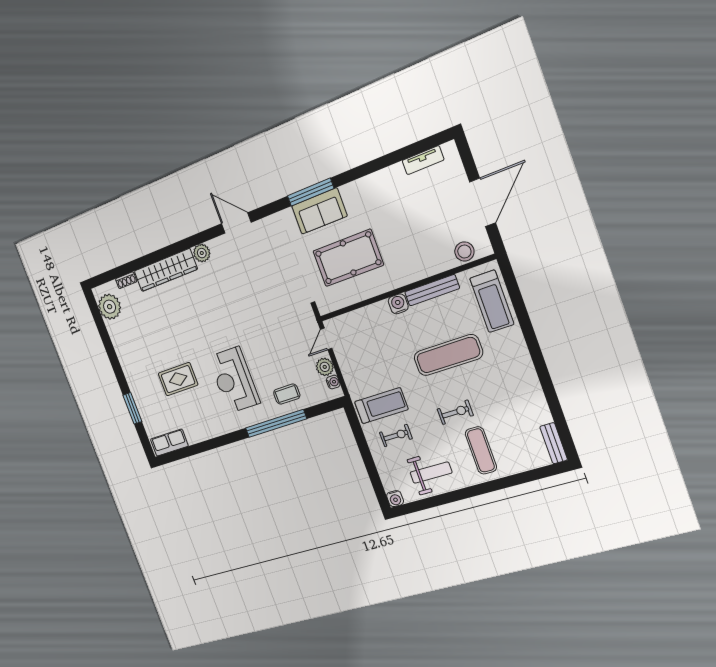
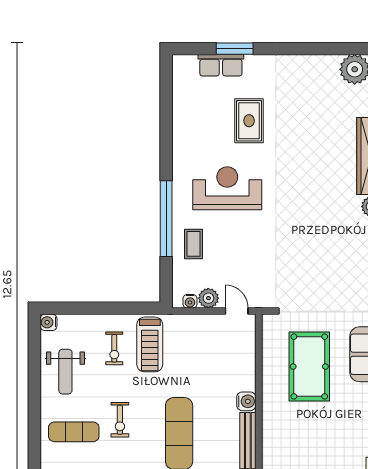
row of seats: (169, 443) -> (221, 65), moved, turned 90

